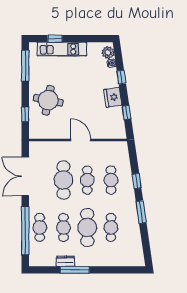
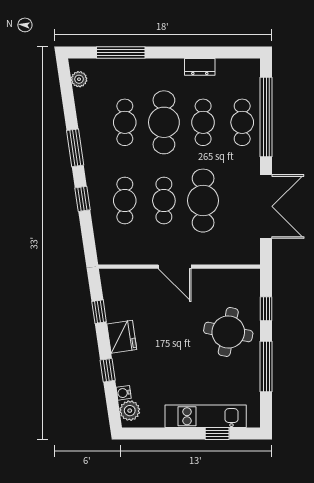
window: (25, 65) -> (266, 366), moved
plant: (139, 254) -> (79, 79), added
window: (75, 270) -> (121, 52), moved

